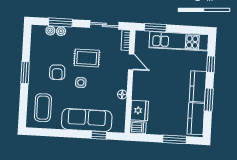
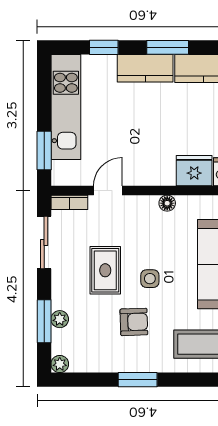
plant: (50, 31) -> (60, 364), moved

